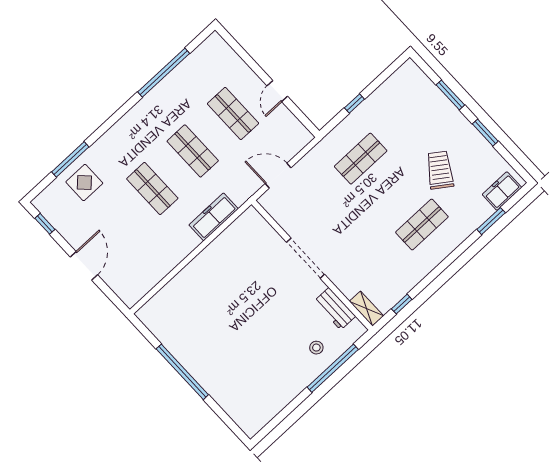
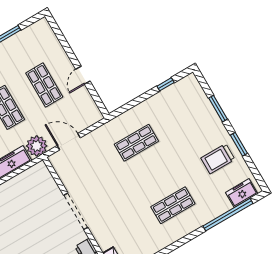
window: (354, 104) -> (166, 84), moved
trolley: (440, 170) -> (218, 159), moved, turned -125
plant: (240, 189) -> (37, 146), added
window: (491, 221) -> (228, 215), width x2.11

